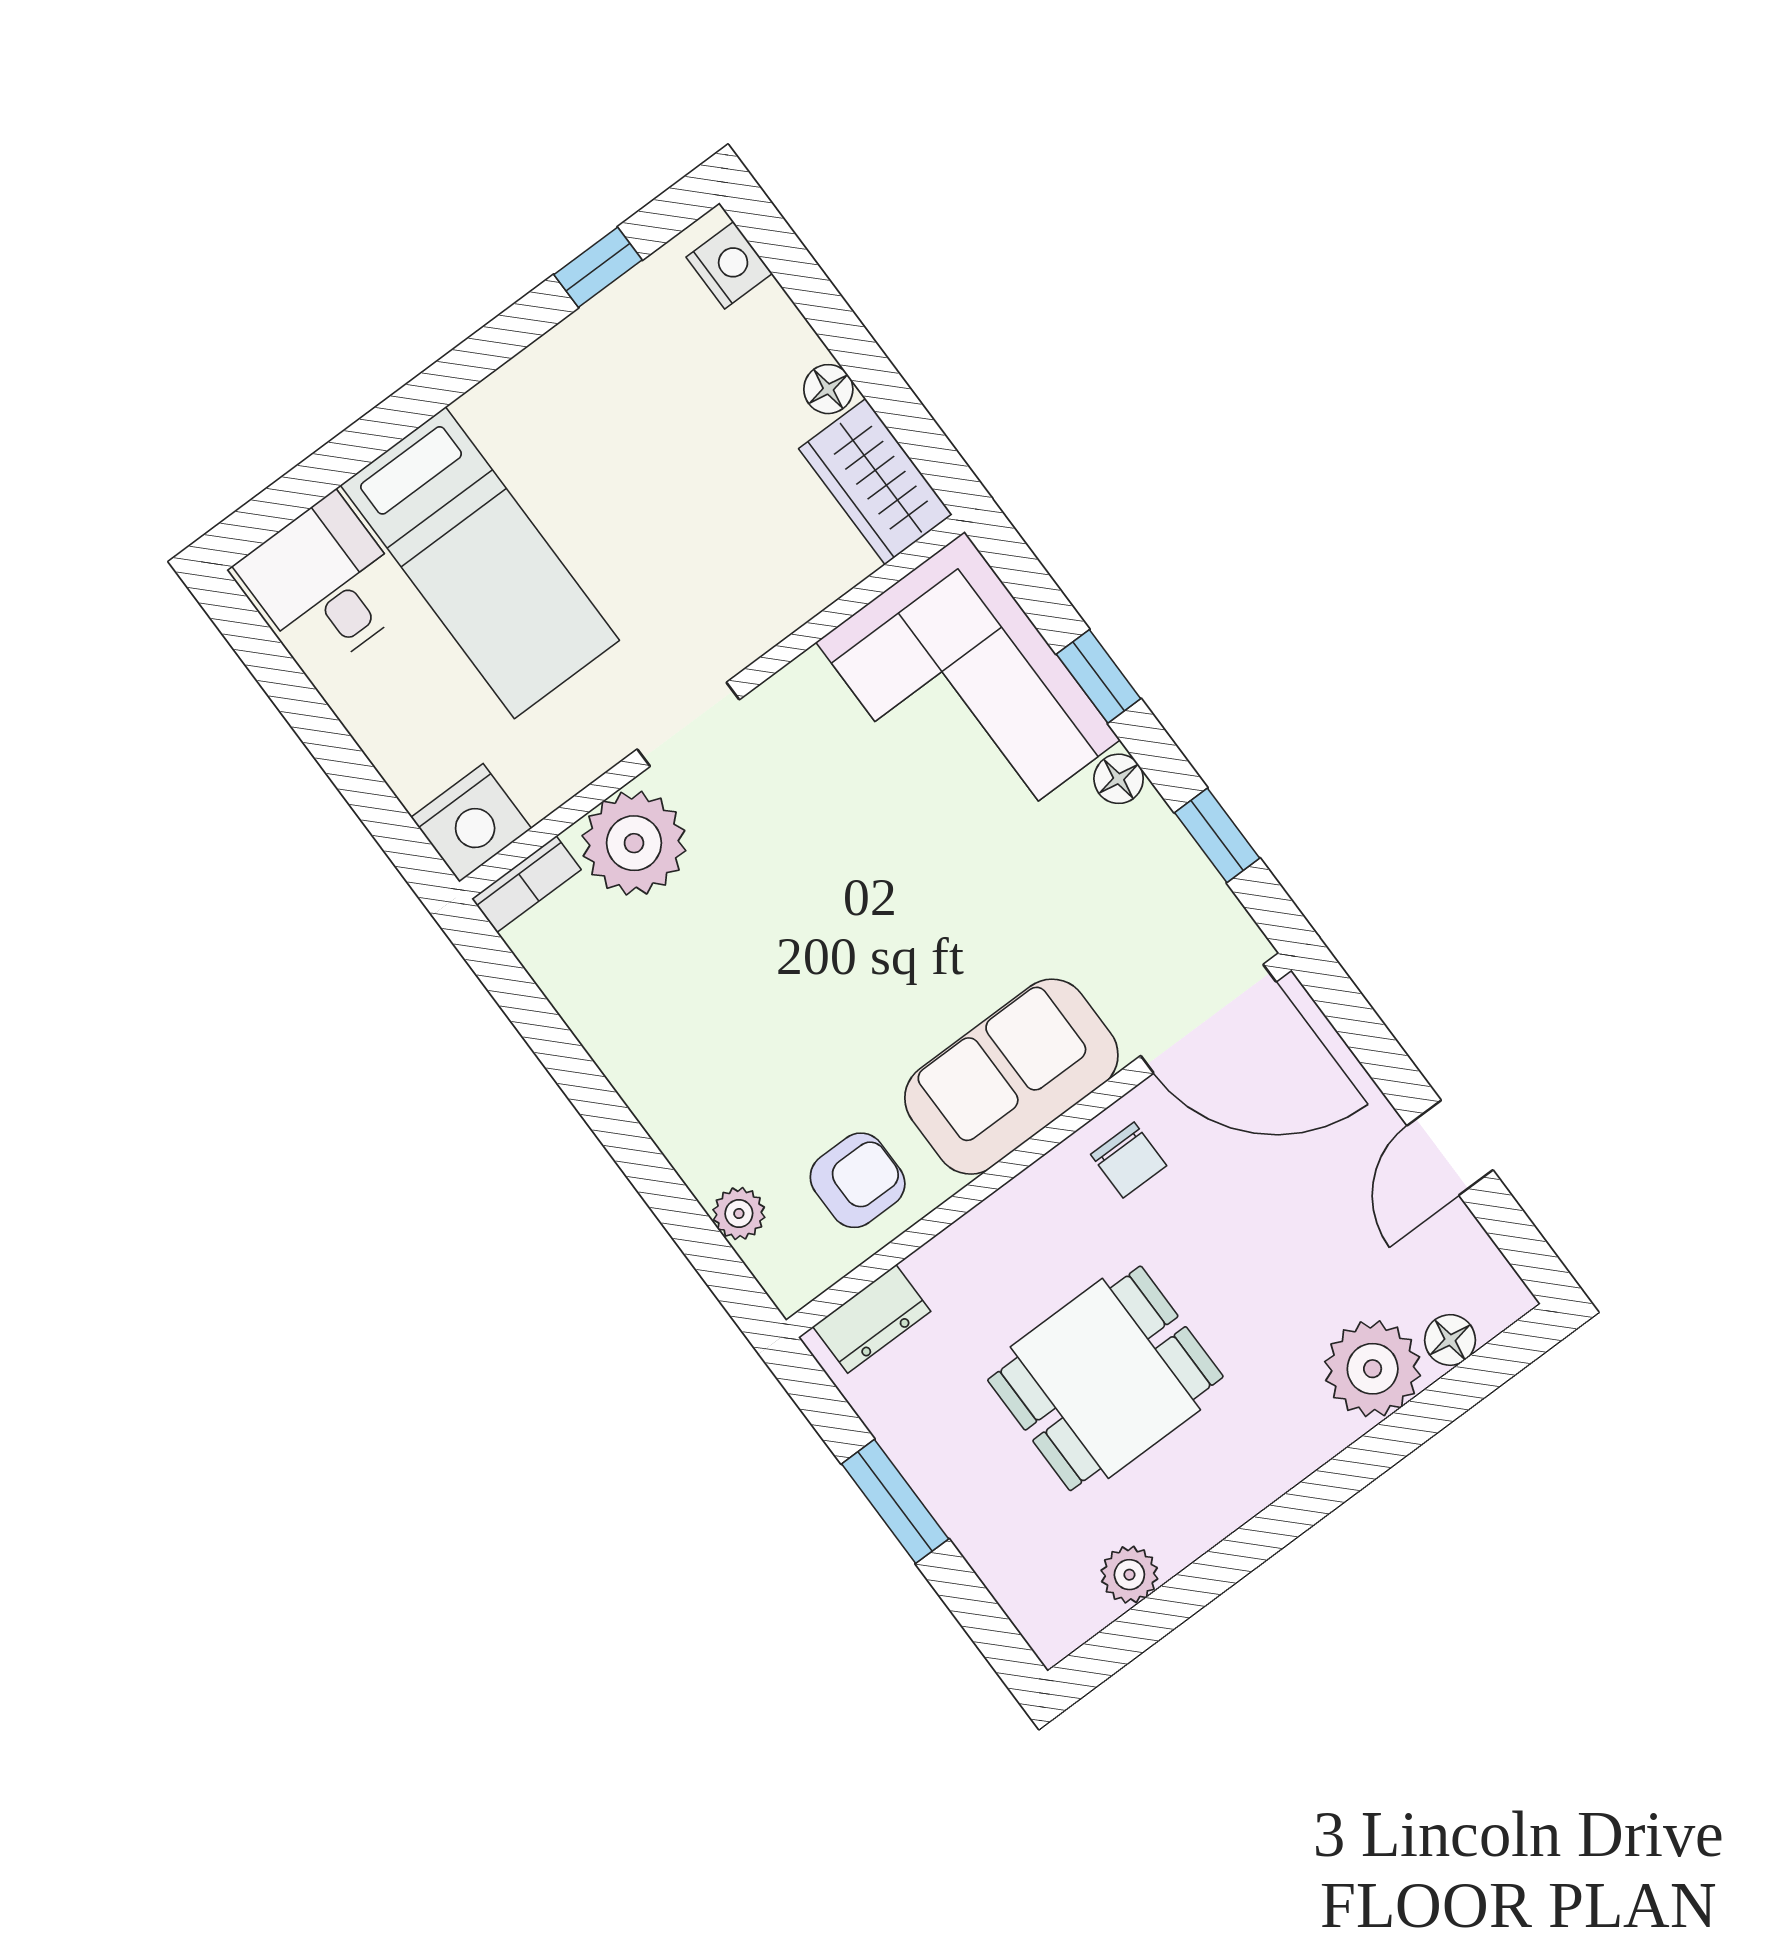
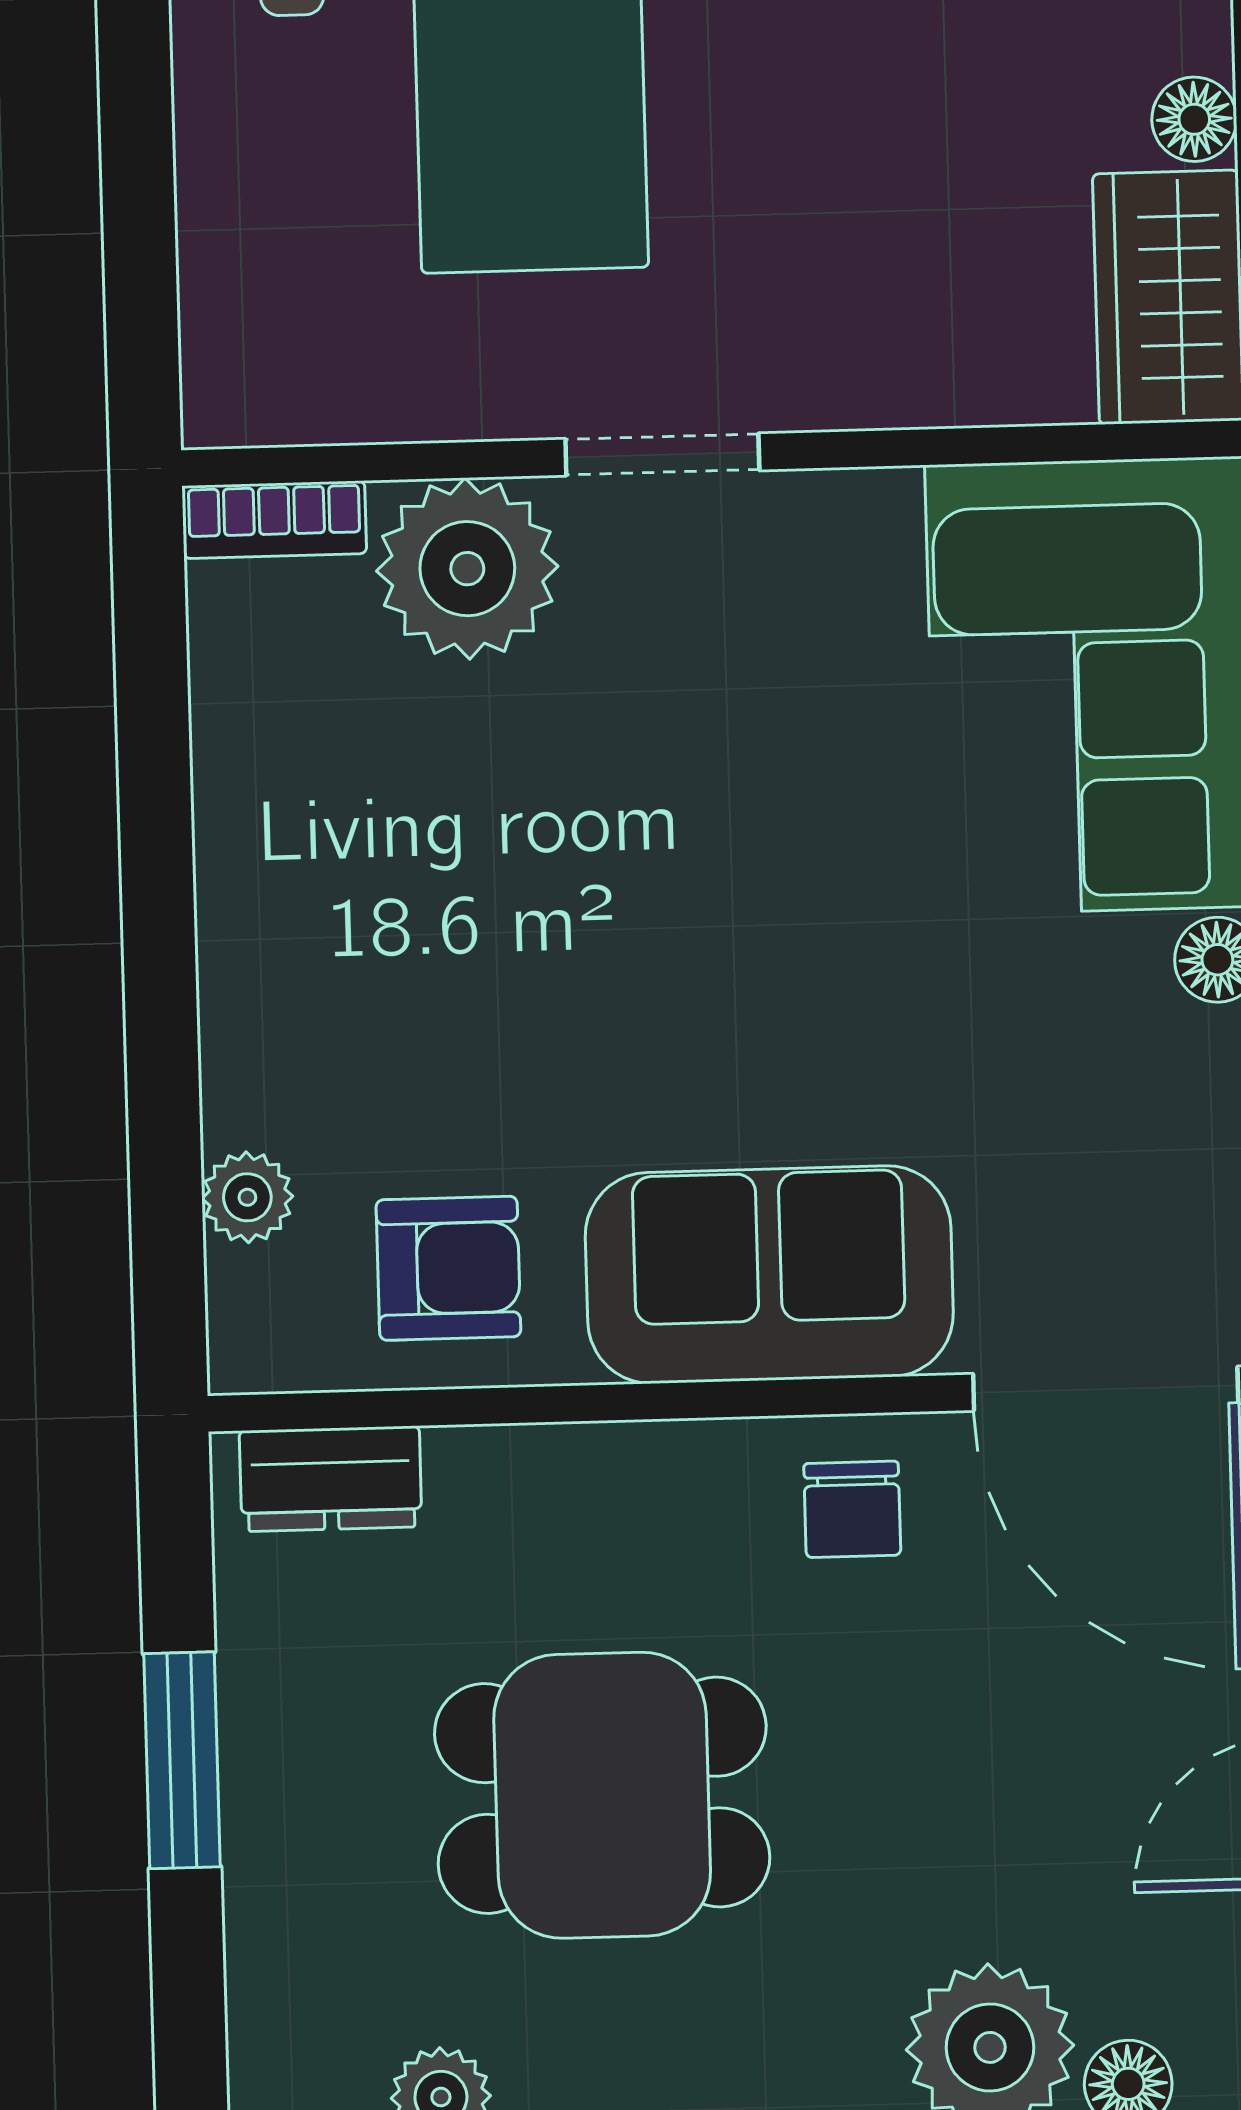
nightstand: (471, 823) -> (257, 378), removed

